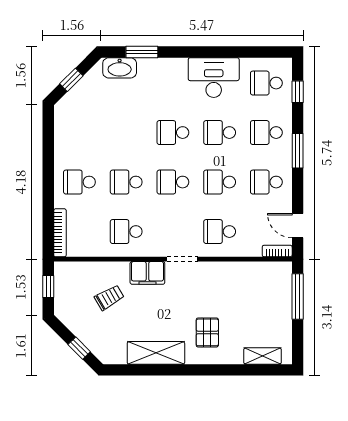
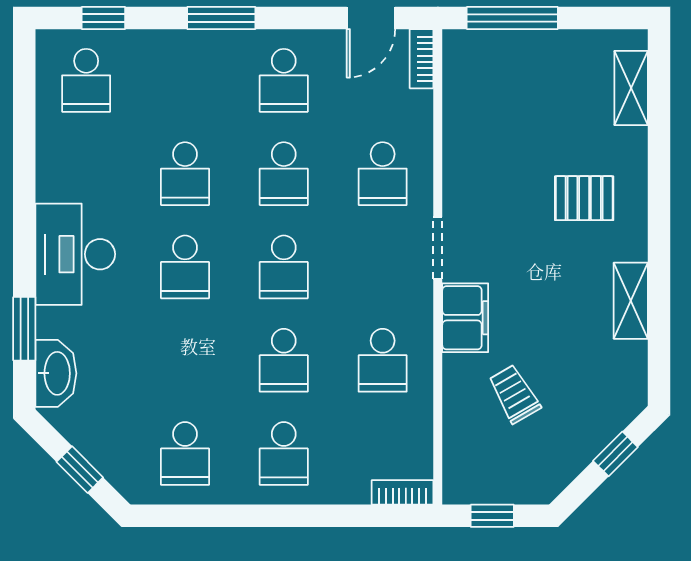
desk: (214, 78) -> (75, 254), moved
school desk: (266, 133) -> (185, 454), moved
bookcase: (60, 233) -> (402, 492), width x0.64
shelving: (156, 353) -> (631, 301), width x0.67, depth x0.75

